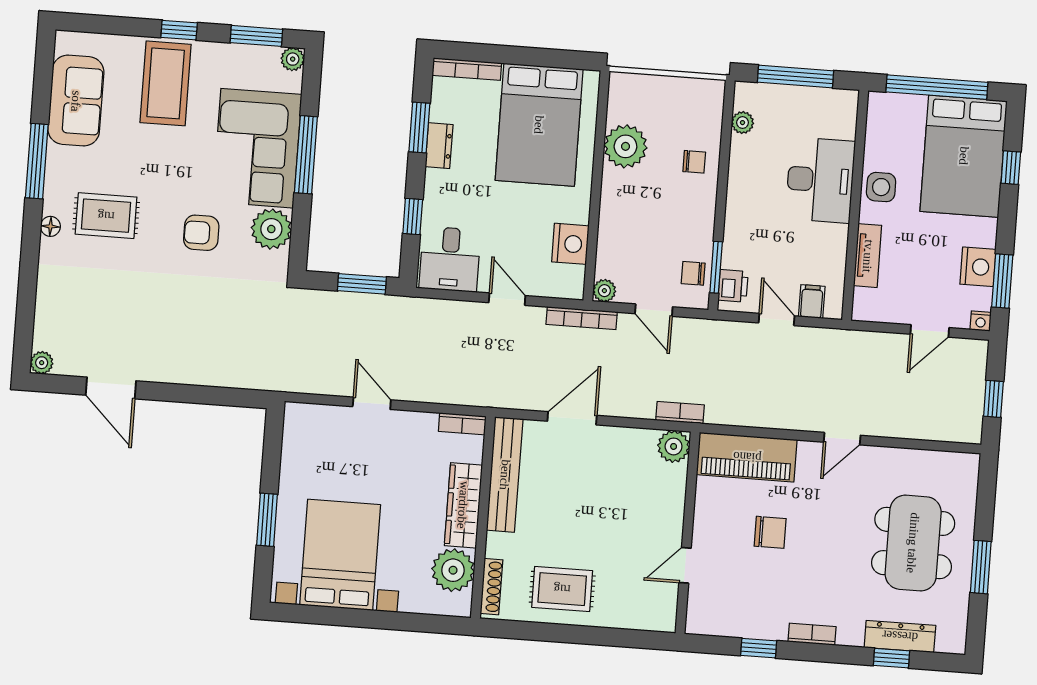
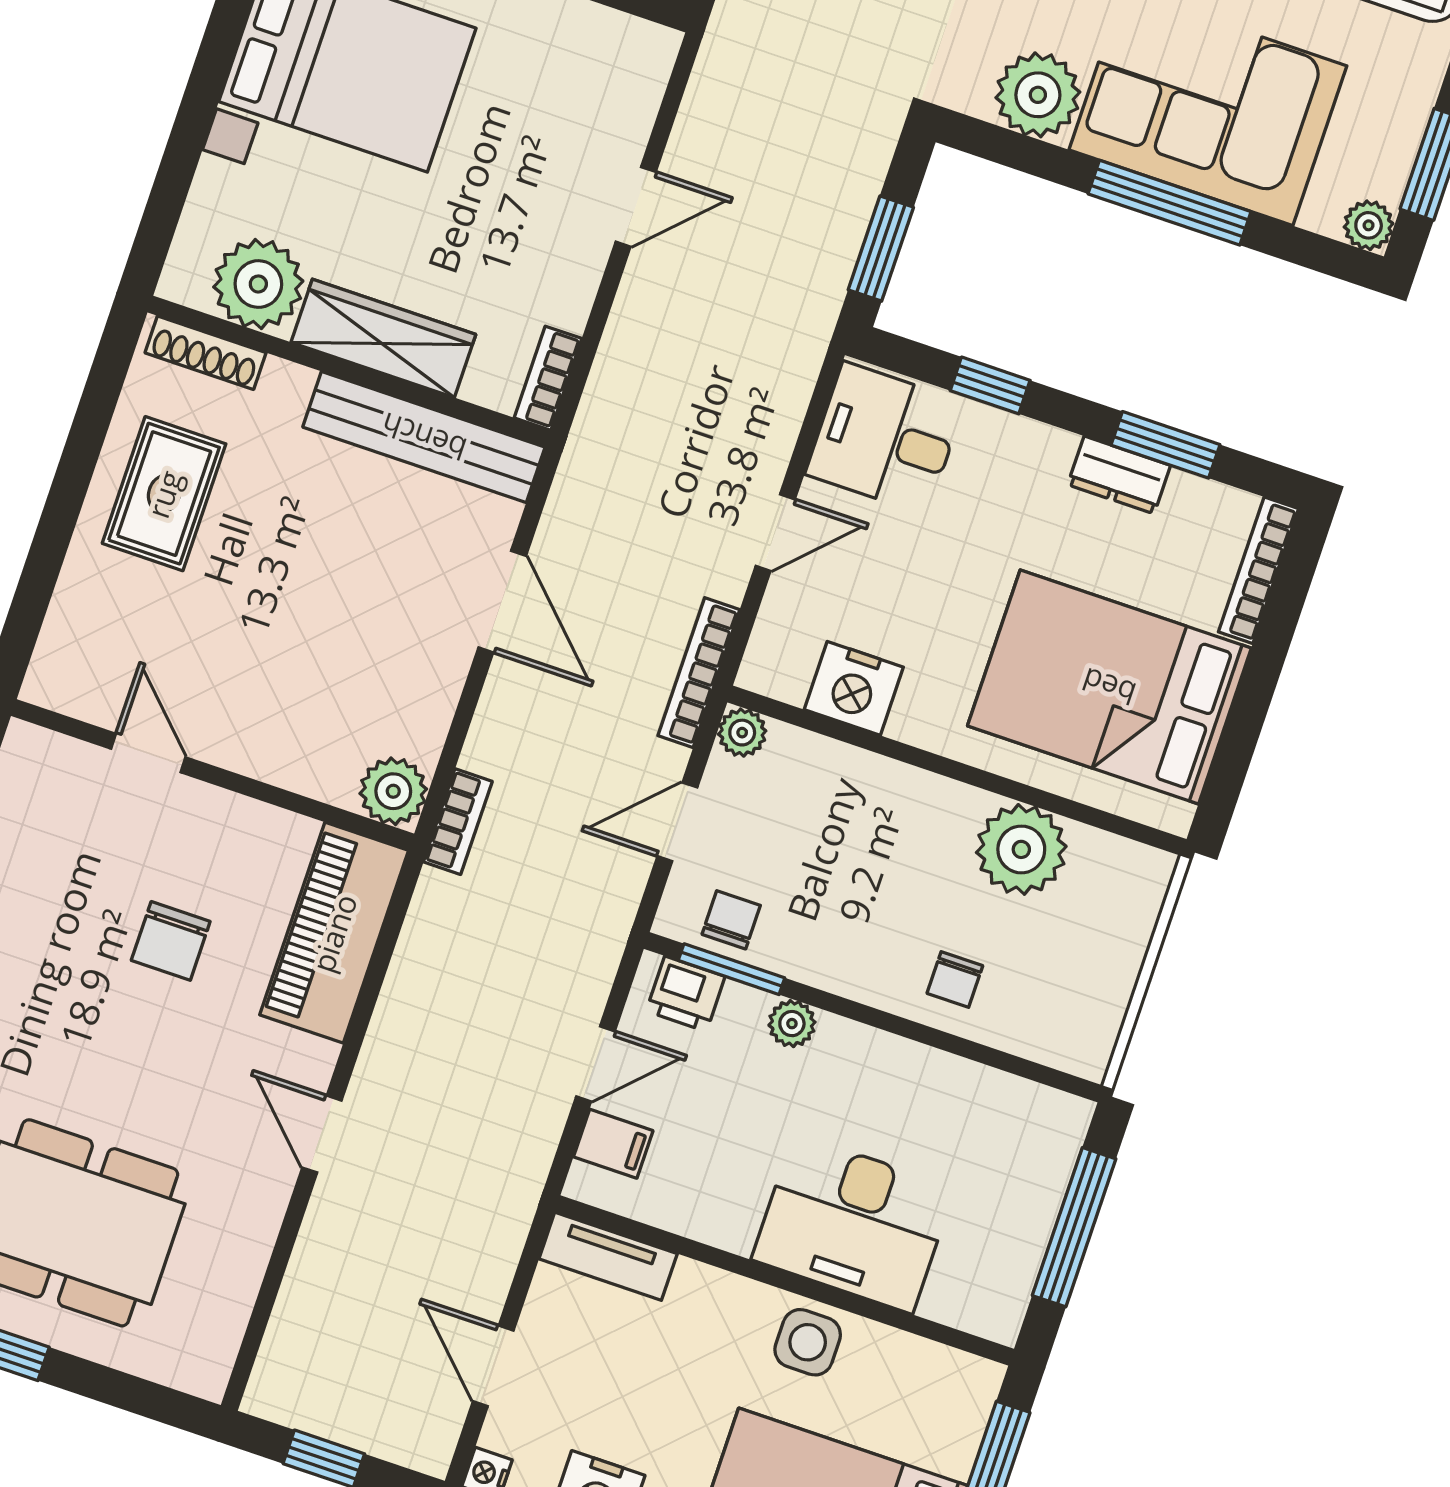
plant: (743, 123) -> (792, 1024), moved
tv unit: (868, 256) -> (608, 1256), moved

